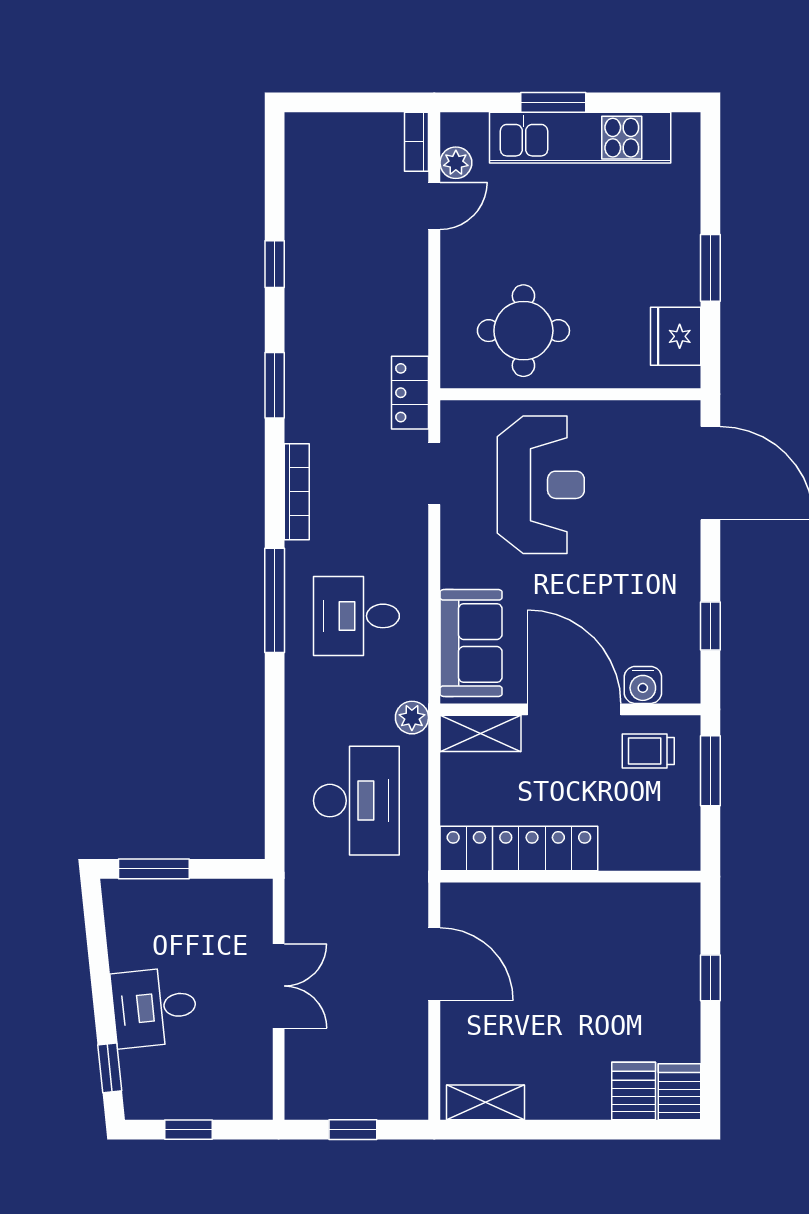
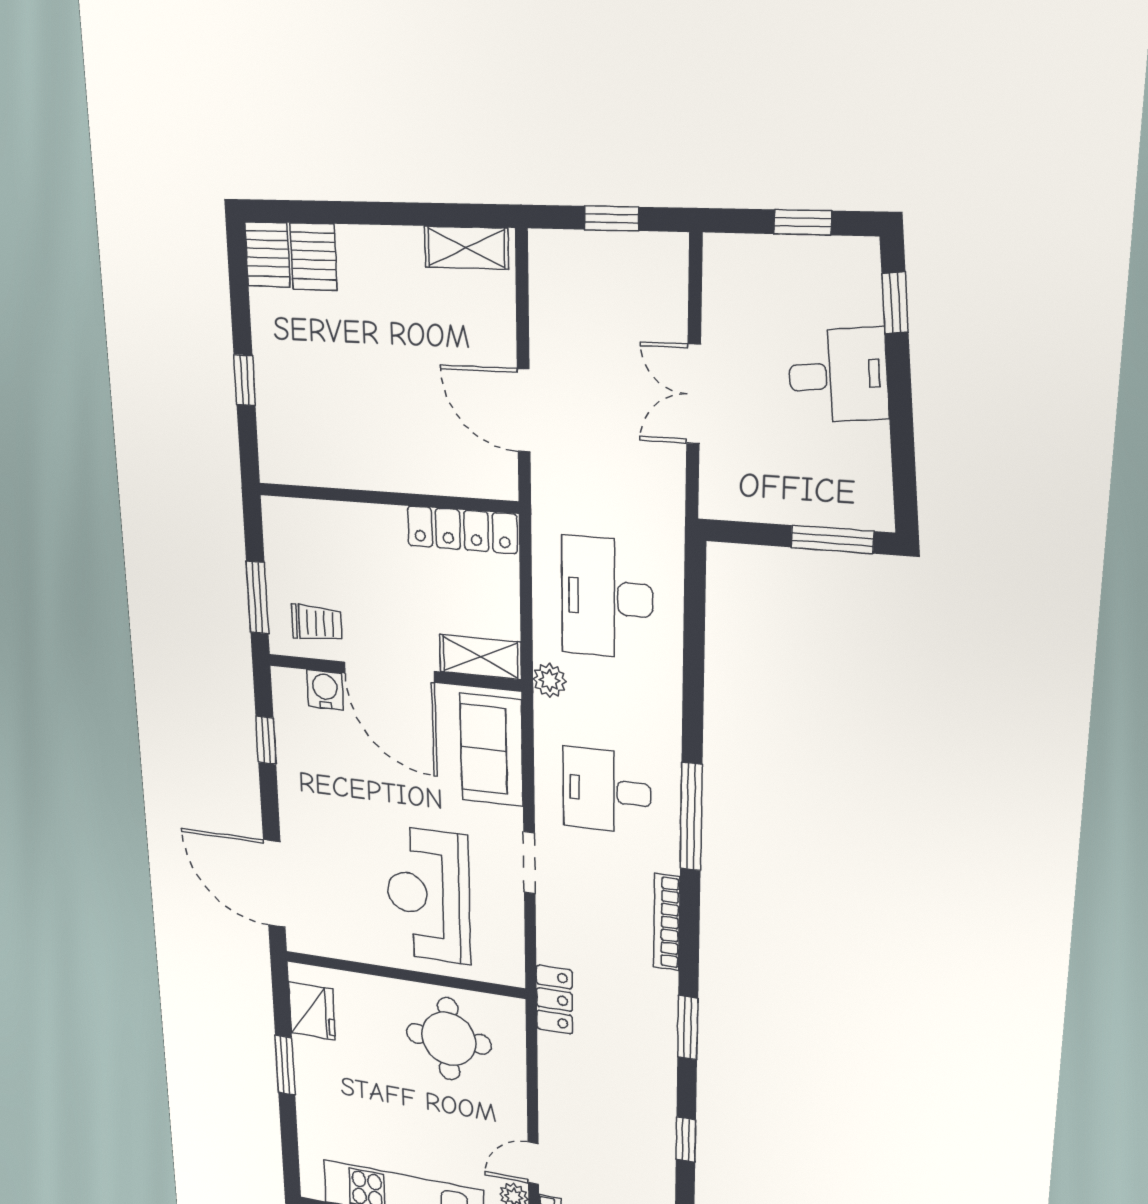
doorway: (434, 473) -> (529, 863), moved
desk: (356, 616) -> (607, 791), turned 180
locker: (519, 849) -> (462, 530), width x0.71, depth x0.83

